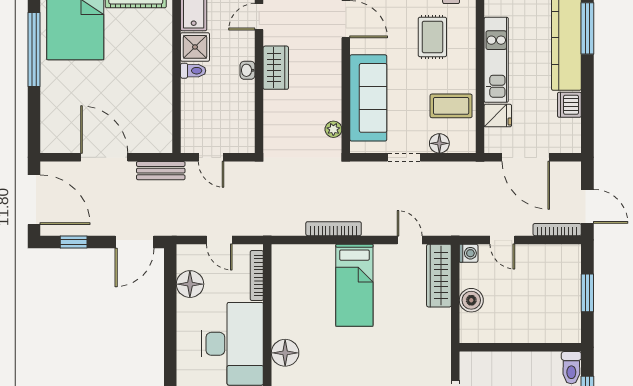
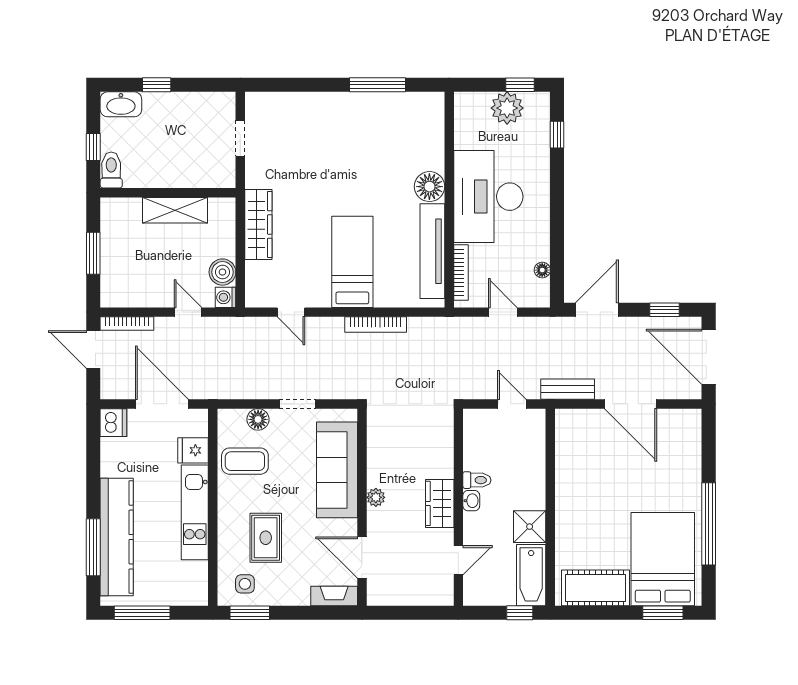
toilet: (193, 71) -> (477, 480), moved, turned 180
dishwasher: (569, 105) -> (113, 423), moved
plant: (333, 129) -> (376, 497), moved
wardrobe: (439, 276) -> (258, 225), moved
floor lamp: (190, 284) -> (542, 270), width x0.53, depth x0.53
tv unit: (282, 295) -> (432, 251), added
boiler: (471, 300) -> (222, 272), moved
shelving: (514, 332) -> (175, 210), added

